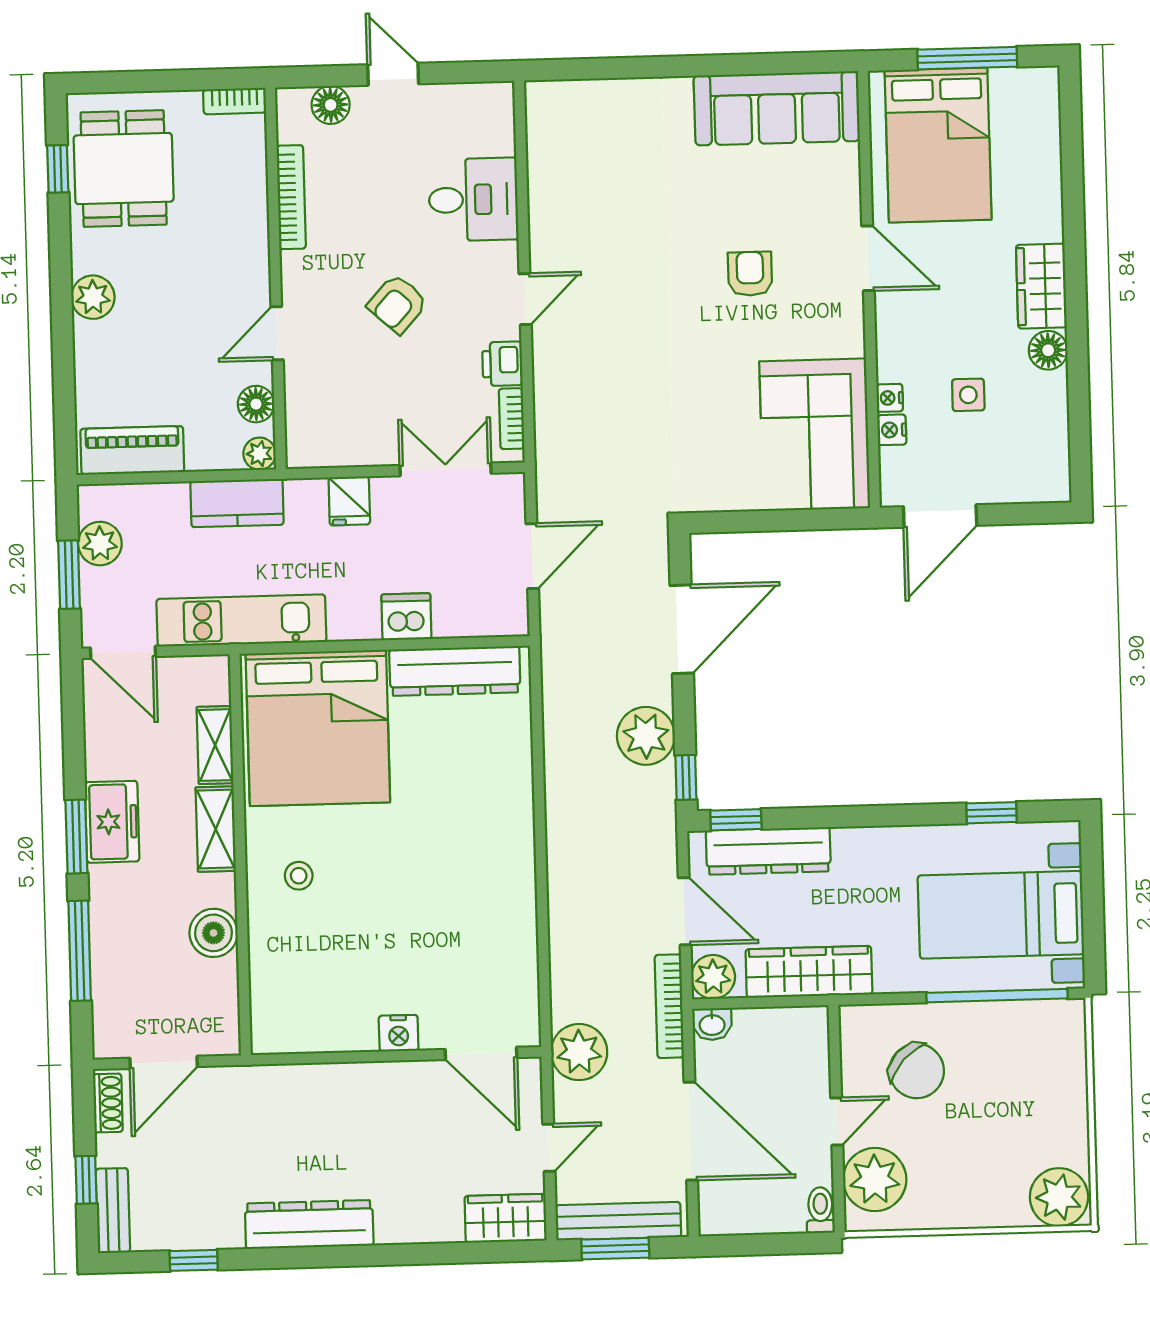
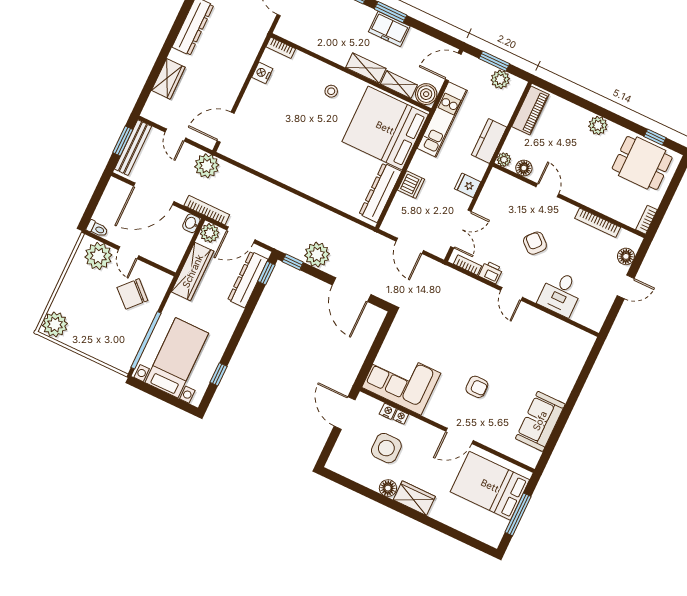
sofa: (777, 108) -> (540, 421), width x0.73
side table: (968, 395) -> (386, 448), width x1.87, depth x1.87
boiler: (213, 933) -> (426, 94), moved
bookcase: (262, 1023) -> (281, 48), added
nightstand: (399, 1033) -> (262, 73), moved
wardrobe: (506, 1218) -> (168, 79), moved

